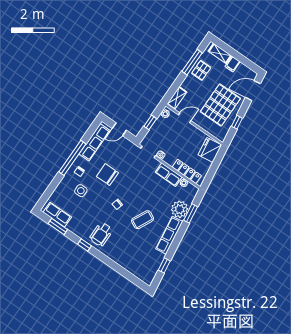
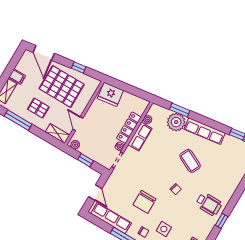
pallet: (201, 70) -> (38, 108), moved
locker: (187, 171) -> (129, 128), moved

